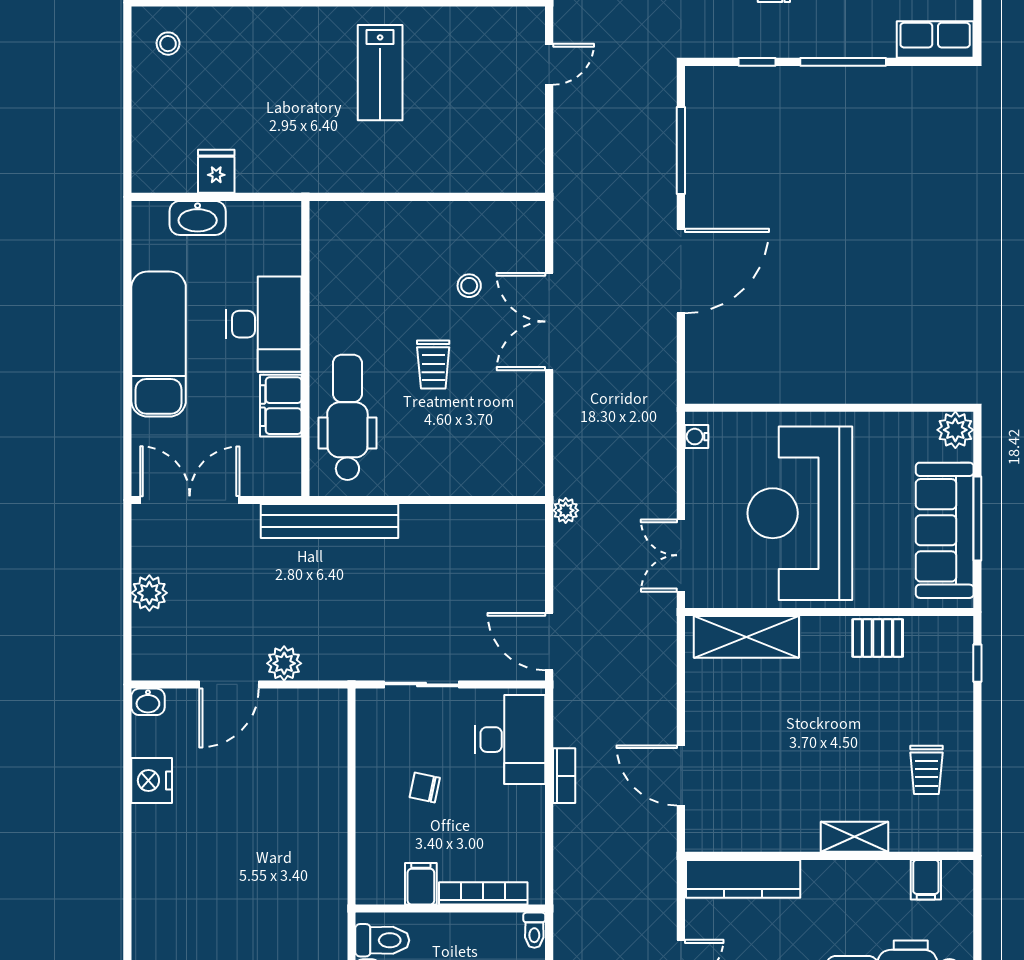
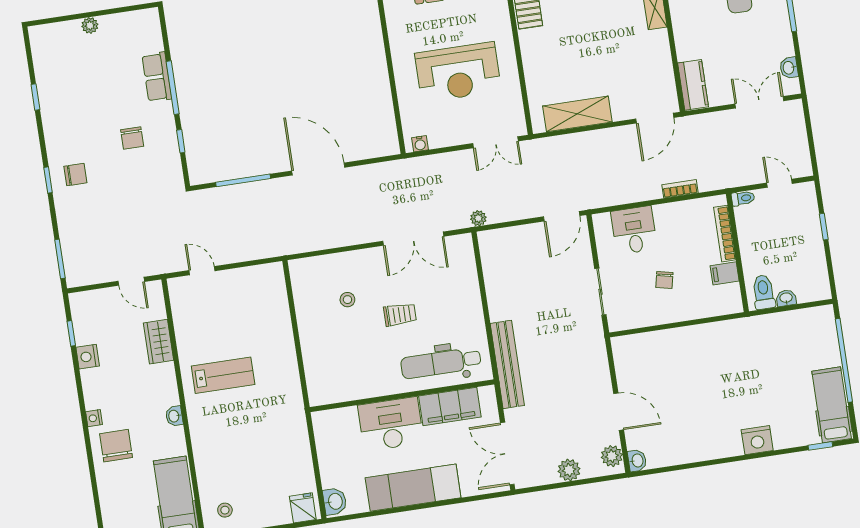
row of seats: (935, 40) -> (157, 77), moved
fridge: (216, 171) -> (303, 508), moved, turned 90
washbasin: (198, 218) -> (335, 501), moved, width x0.72
double door: (549, 322) -> (413, 239), moved
filing cabinet: (281, 406) -> (450, 406), width x1.50, depth x1.17
reception desk: (800, 513) -> (458, 72), width x0.74, depth x0.77
shelving: (746, 637) -> (577, 114), moved, turned 90
plant: (284, 663) -> (612, 456), moved
desk: (510, 740) -> (634, 230), width x0.73
door: (681, 775) -> (655, 118), moved
bookcase: (564, 776) -> (680, 189), moved
nightstand: (152, 780) -> (757, 440), moved
kitchen counter: (743, 879) -> (693, 85), width x0.67

